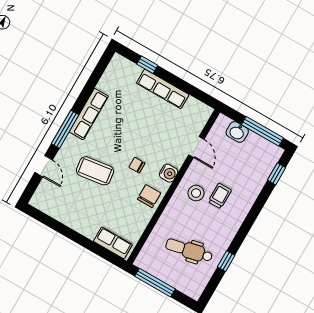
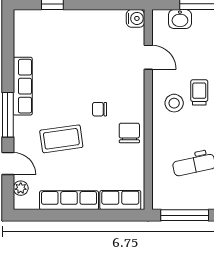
row of seats: (163, 89) -> (69, 200), moved, turned 180
water cooler: (169, 173) -> (135, 18), moved
plant: (43, 190) -> (21, 188), added

